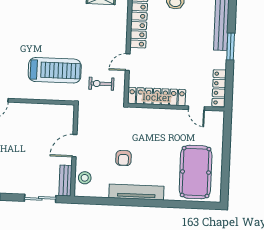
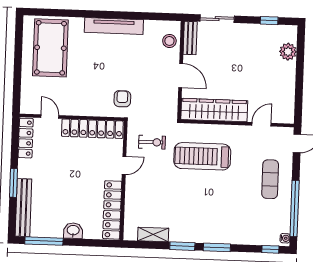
wardrobe: (43, 113) -> (214, 110), added
door: (74, 146) -> (181, 75), hinge flipped
armchair: (123, 158) -> (122, 99), moved

